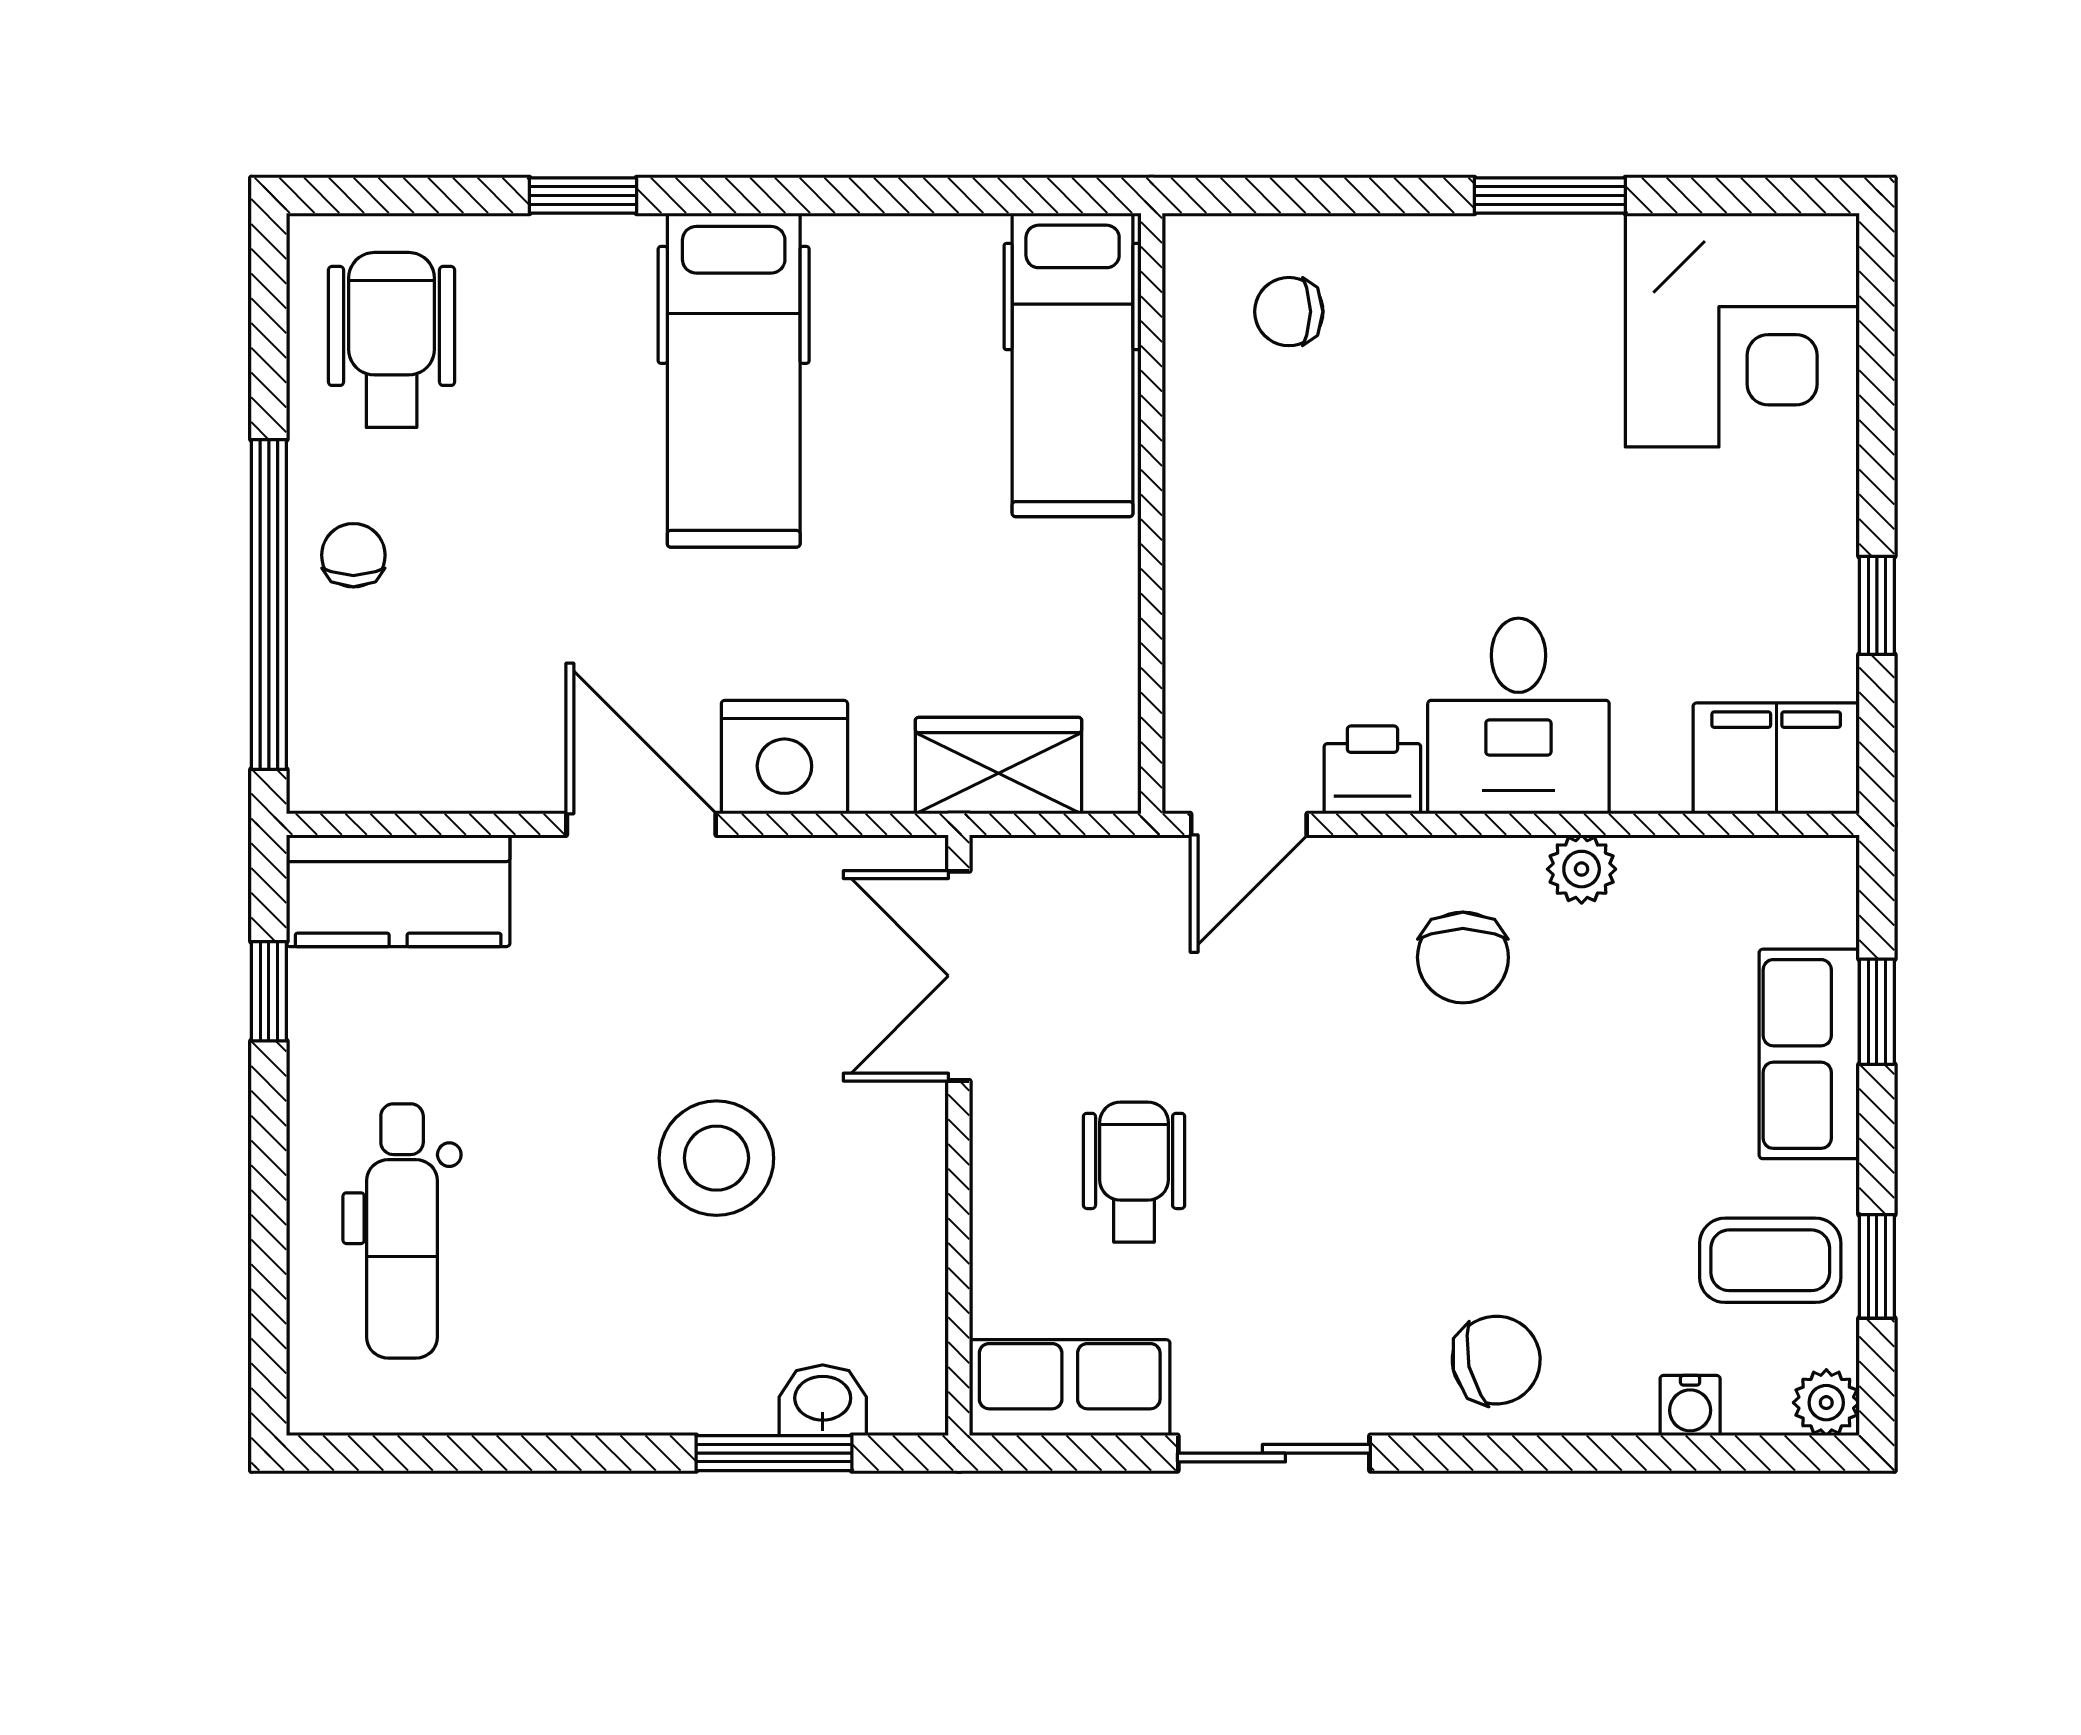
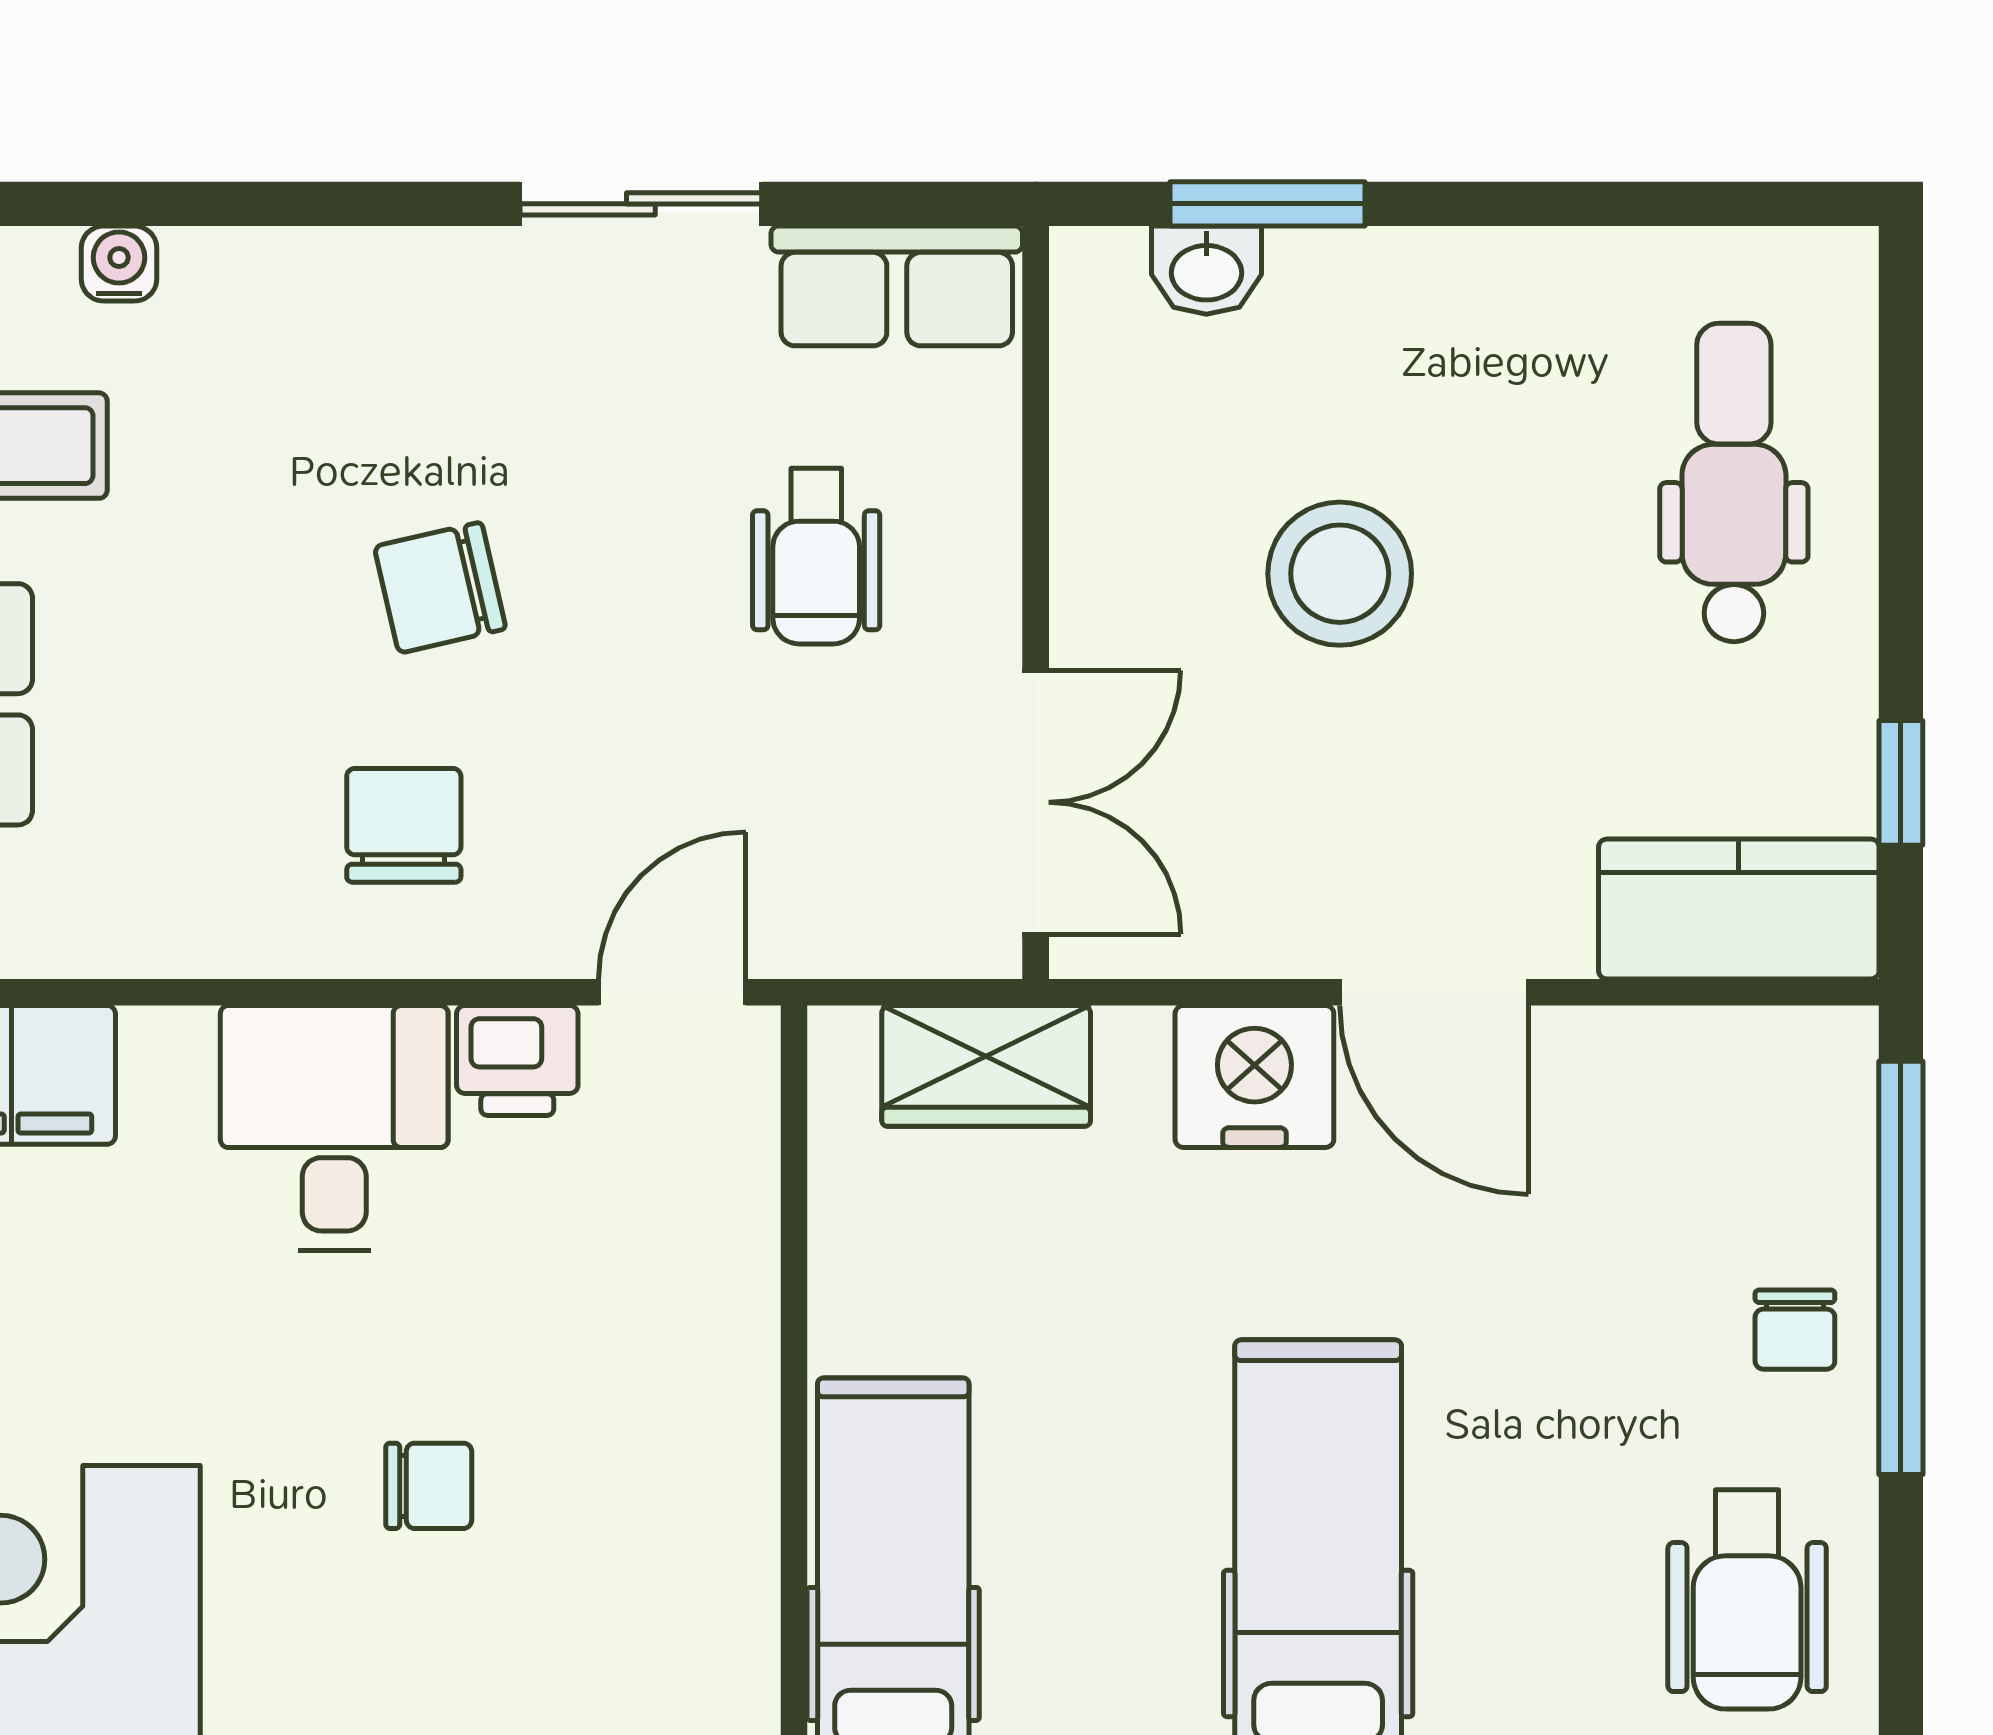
chair: (1289, 312) -> (429, 1486), moved
plant: (1582, 869) -> (255, 936), removed
chair: (1496, 1360) -> (440, 588), moved

